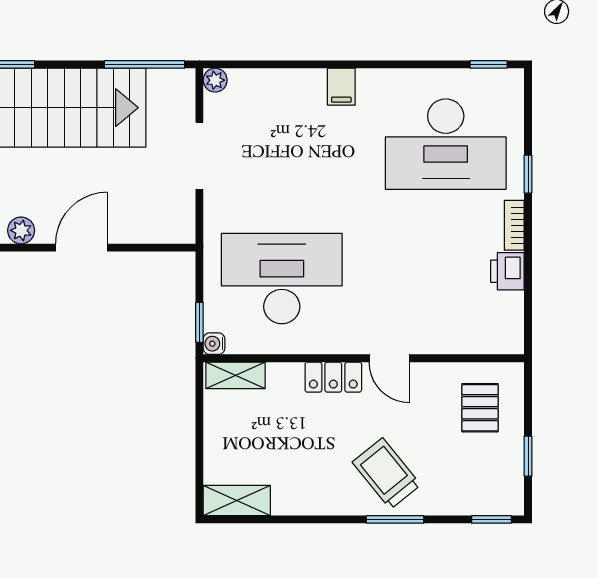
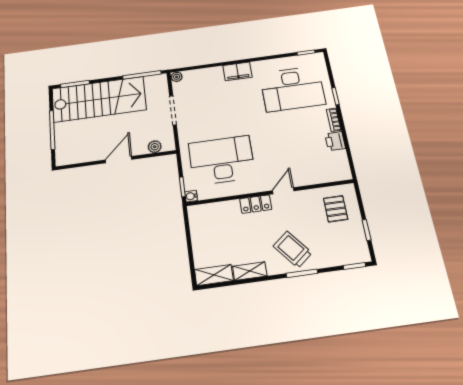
filing cabinet: (341, 87) -> (237, 71), width x2.00
plant: (21, 230) -> (155, 147), moved
door: (389, 358) -> (283, 191), swing flipped
shelving: (236, 375) -> (250, 271), moved

